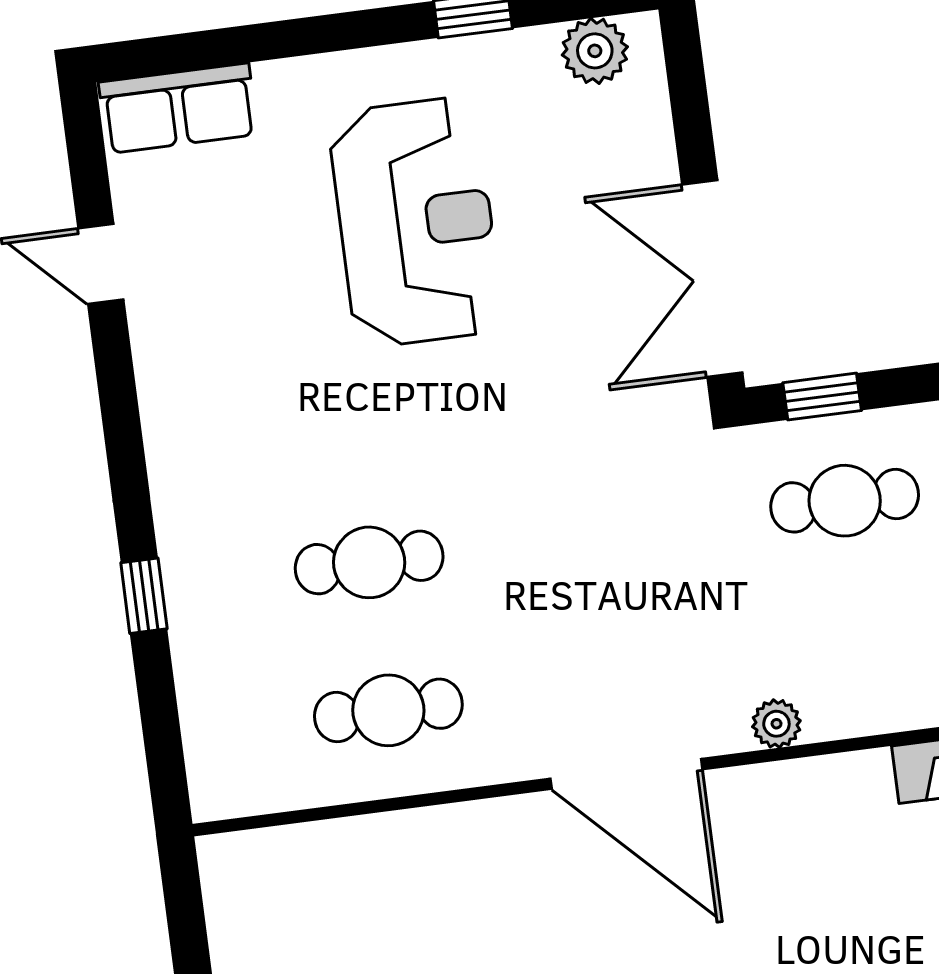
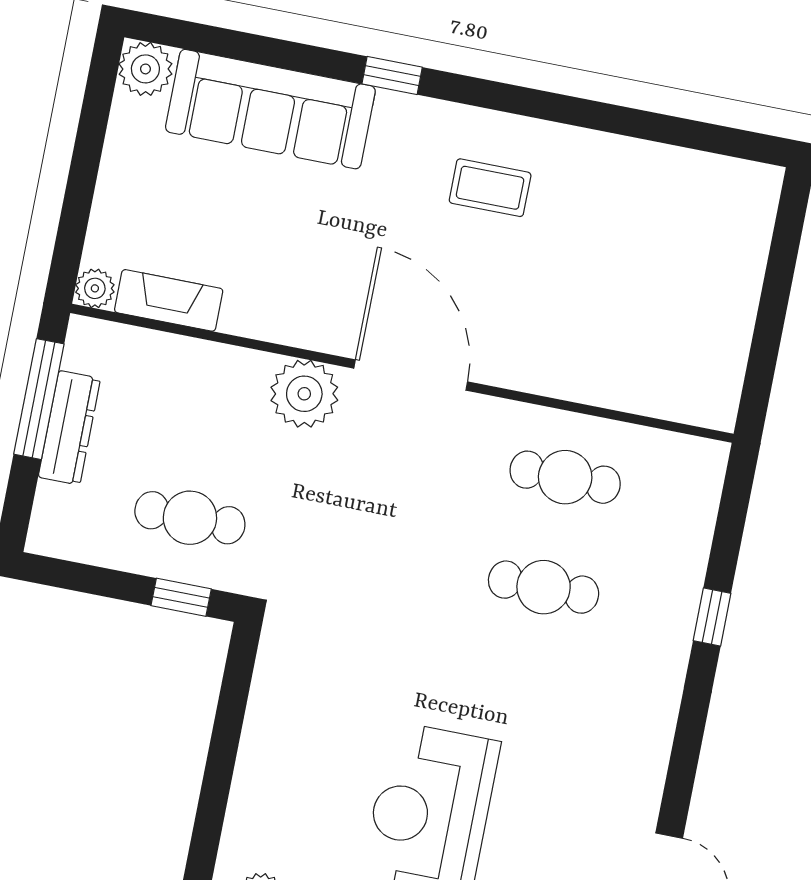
double door: (712, 279) -> (231, 708), removed
plant: (776, 724) -> (304, 394), width x1.88, depth x1.88

